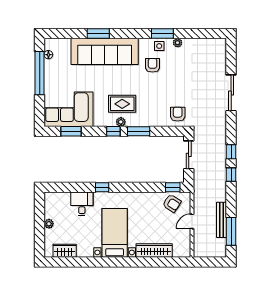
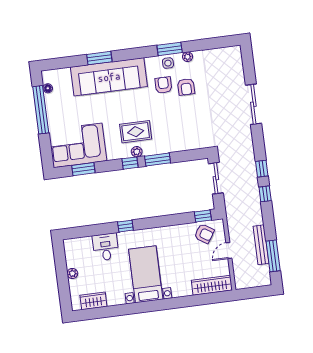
armchair: (178, 114) -> (186, 87), moved, turned 180
wardrobe: (154, 250) -> (212, 285), moved

